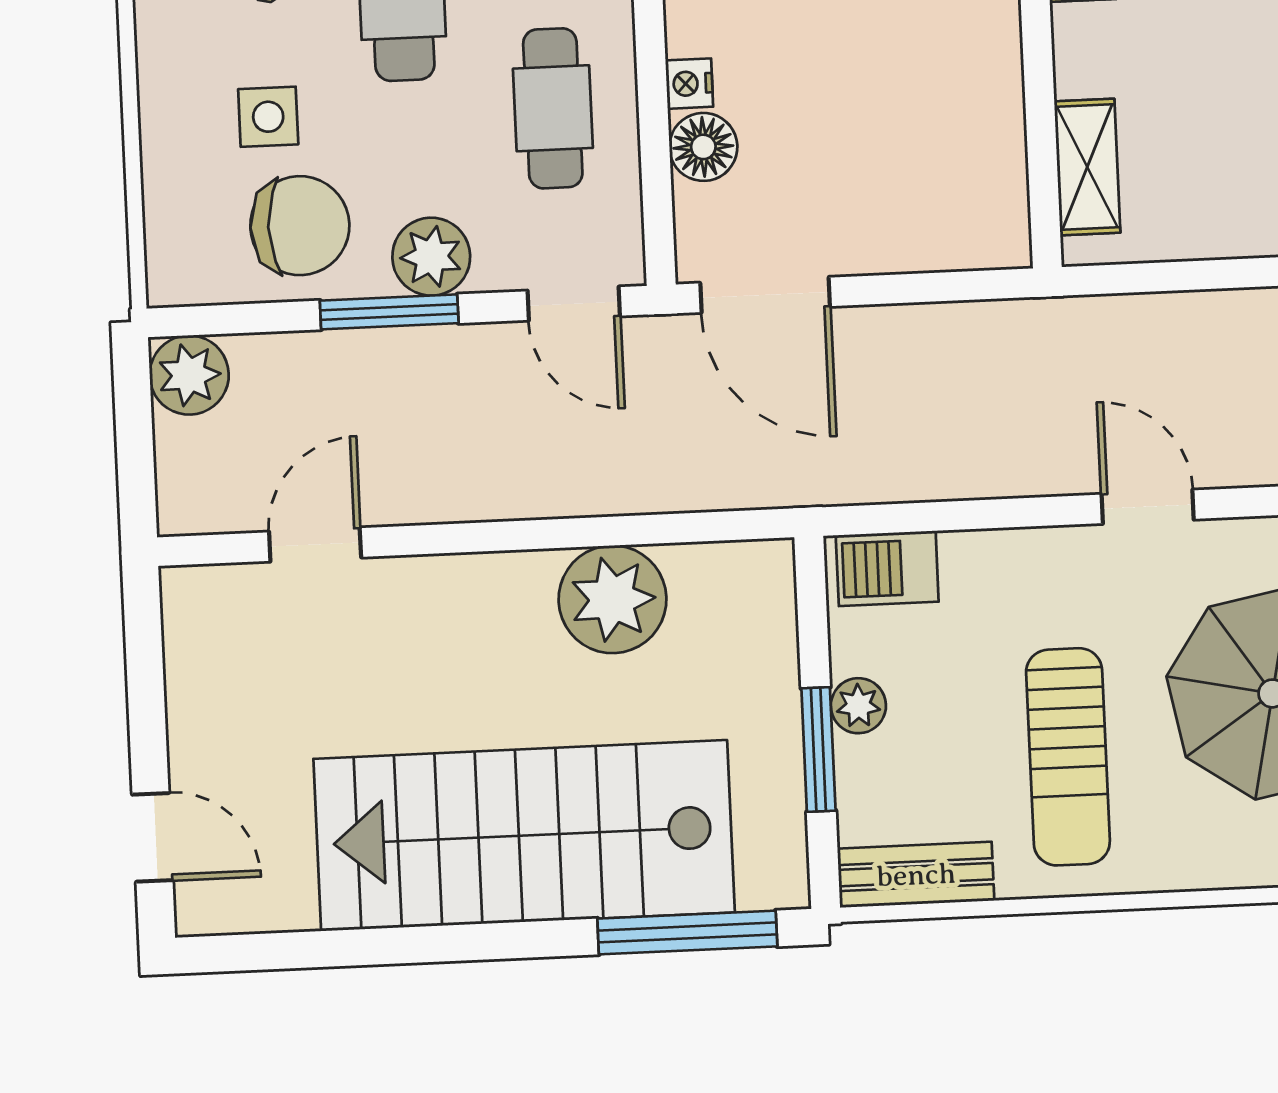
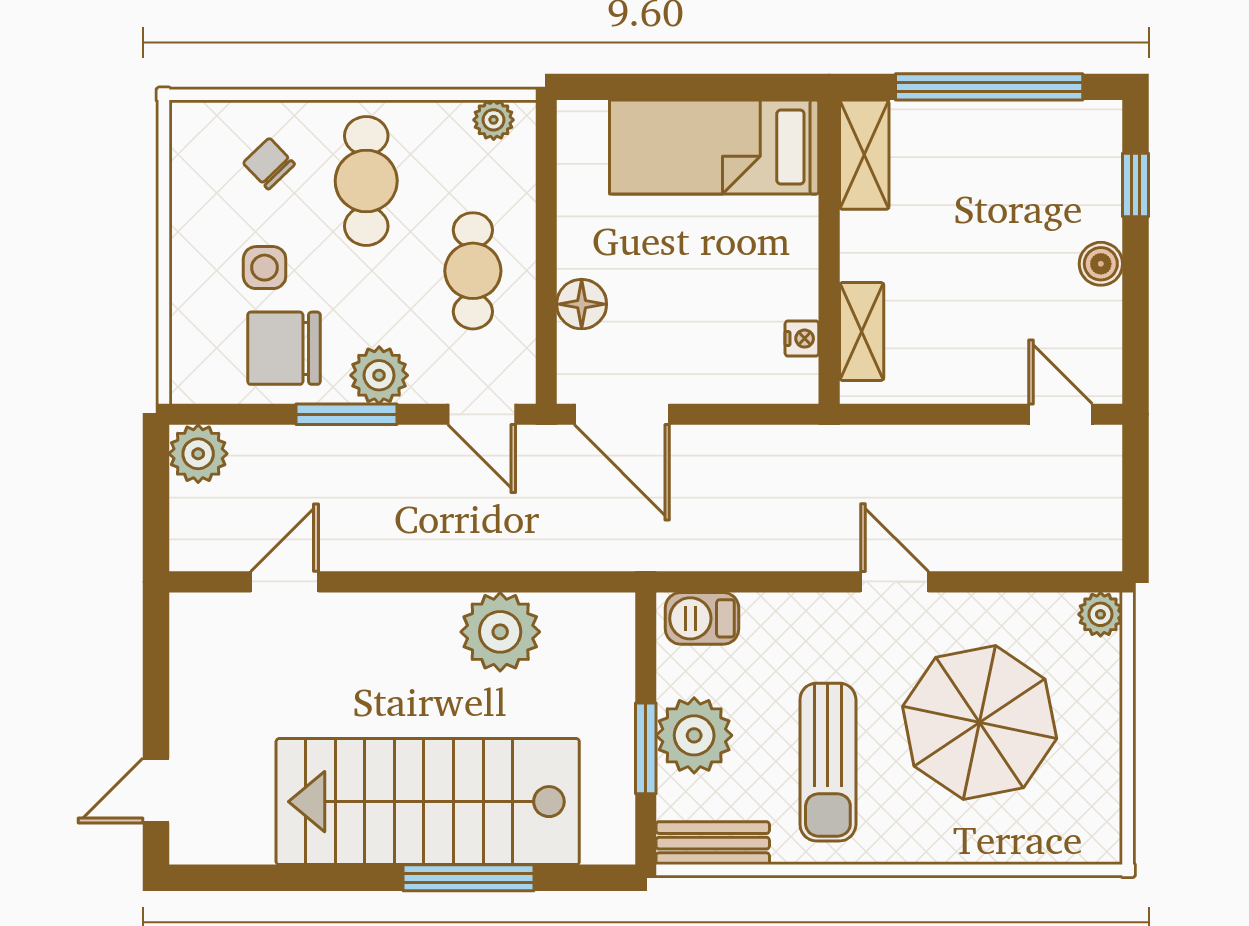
nightstand: (689, 84) -> (802, 339), moved, turned 180
chair: (300, 226) -> (284, 348), turned 180
plant: (858, 706) -> (694, 735), width x1.87, depth x1.87
door: (153, 837) -> (156, 791), swing flipped
window: (687, 932) -> (468, 878), moved

